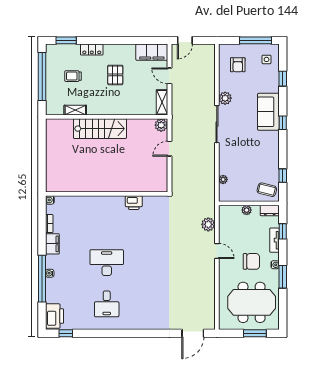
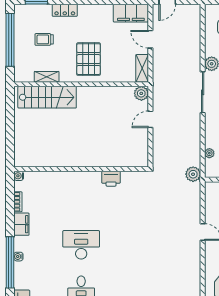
pallet: (115, 75) -> (89, 59), moved, width x1.50, depth x1.42
stairs: (100, 129) -> (47, 97), moved
plant: (208, 224) -> (193, 174), moved

